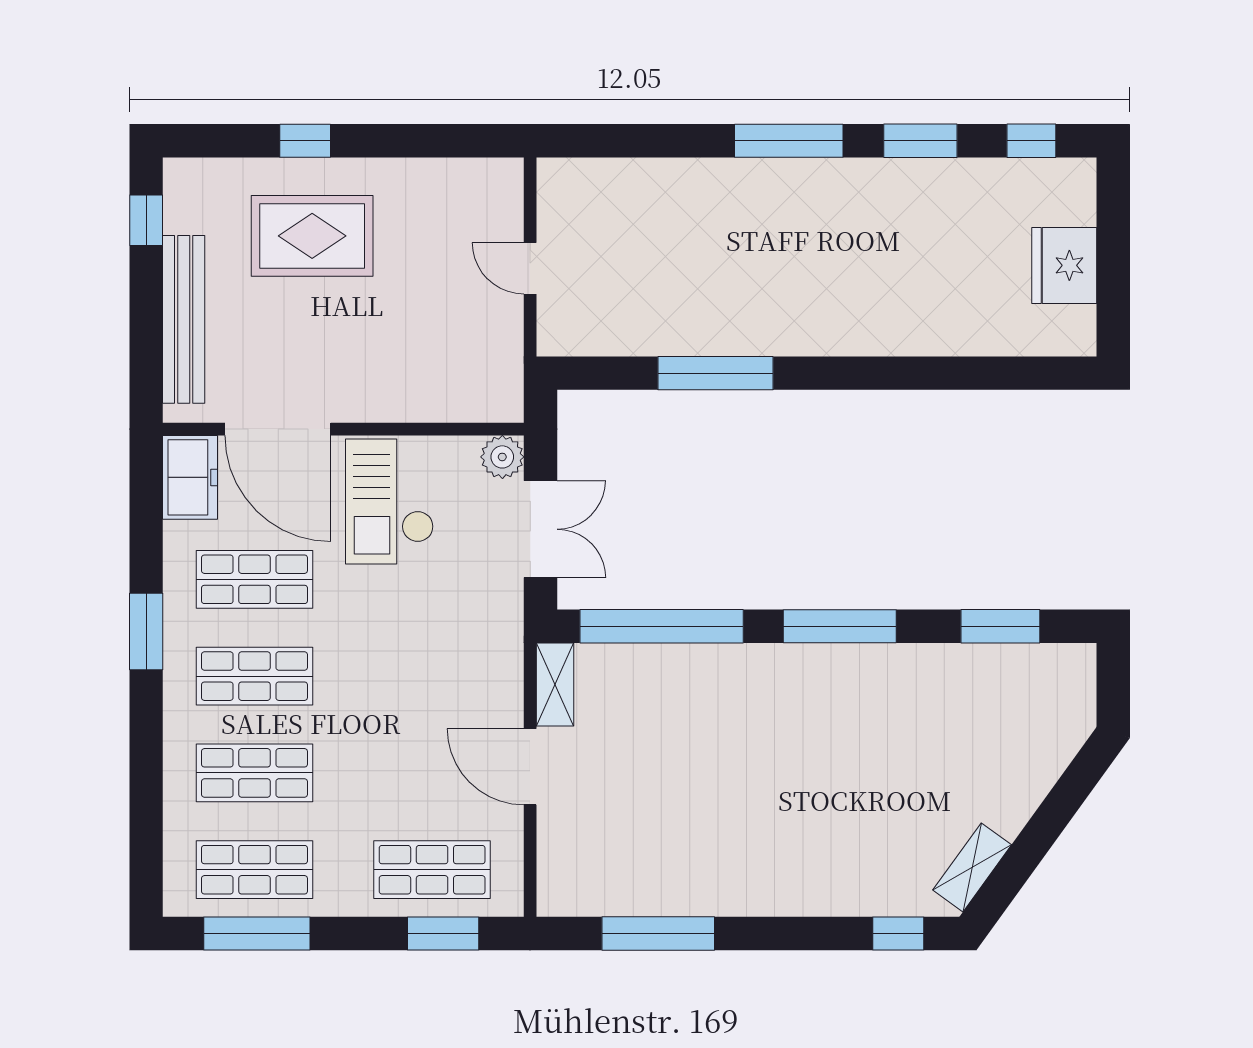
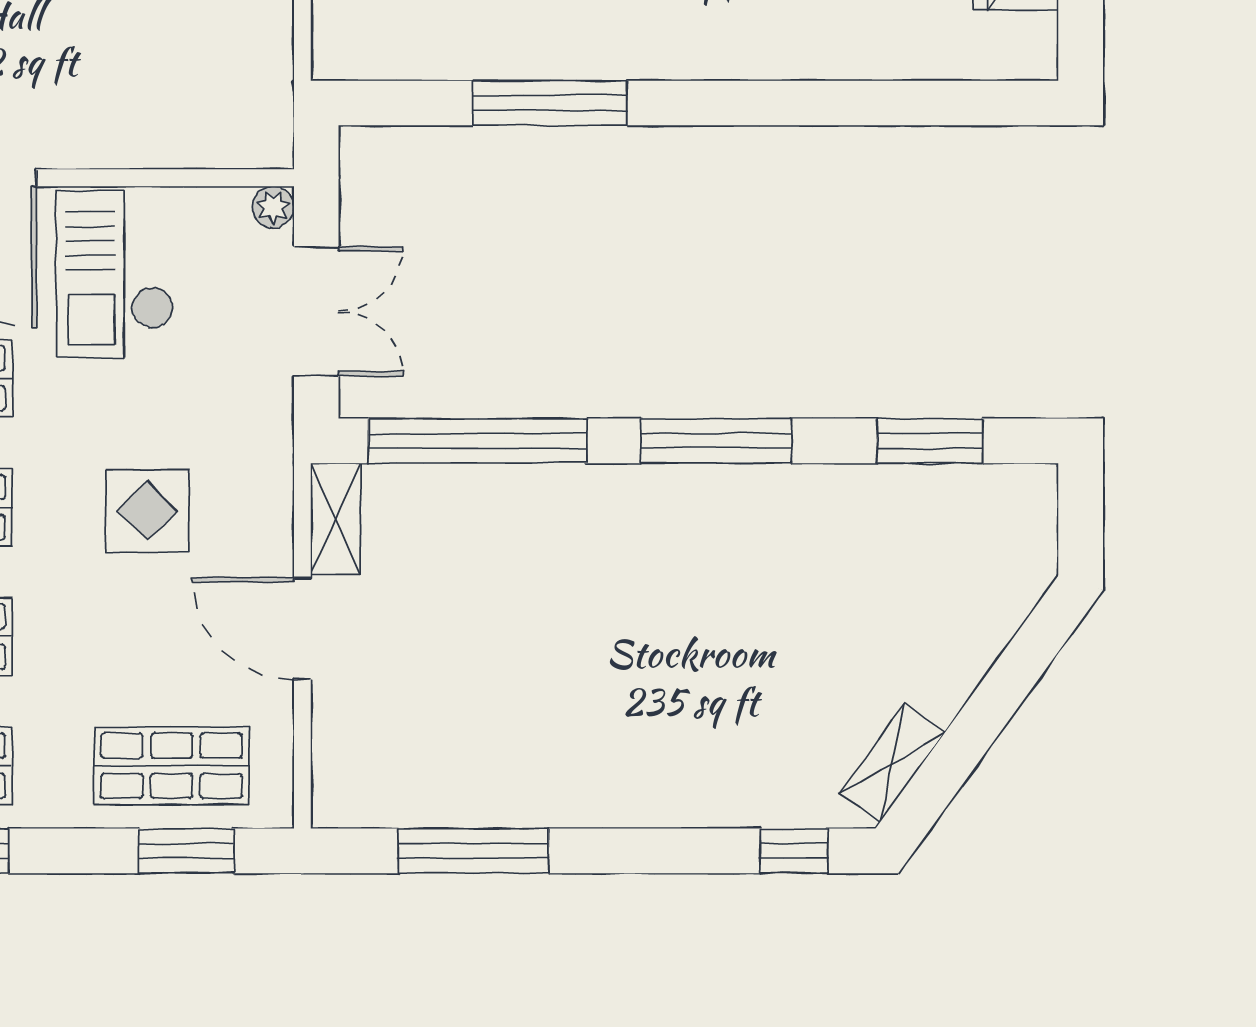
plant: (502, 457) -> (273, 207), width x0.73, depth x0.73
display table: (414, 679) -> (147, 511), added

